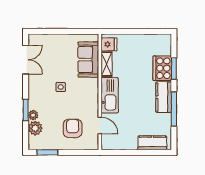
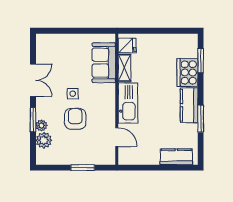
double door: (26, 60) -> (33, 80), moved
window: (174, 69) -> (201, 61), moved
window: (174, 109) -> (201, 119), width x0.69
armchair: (73, 128) -> (75, 119), moved
window: (47, 152) -> (83, 168), moved

